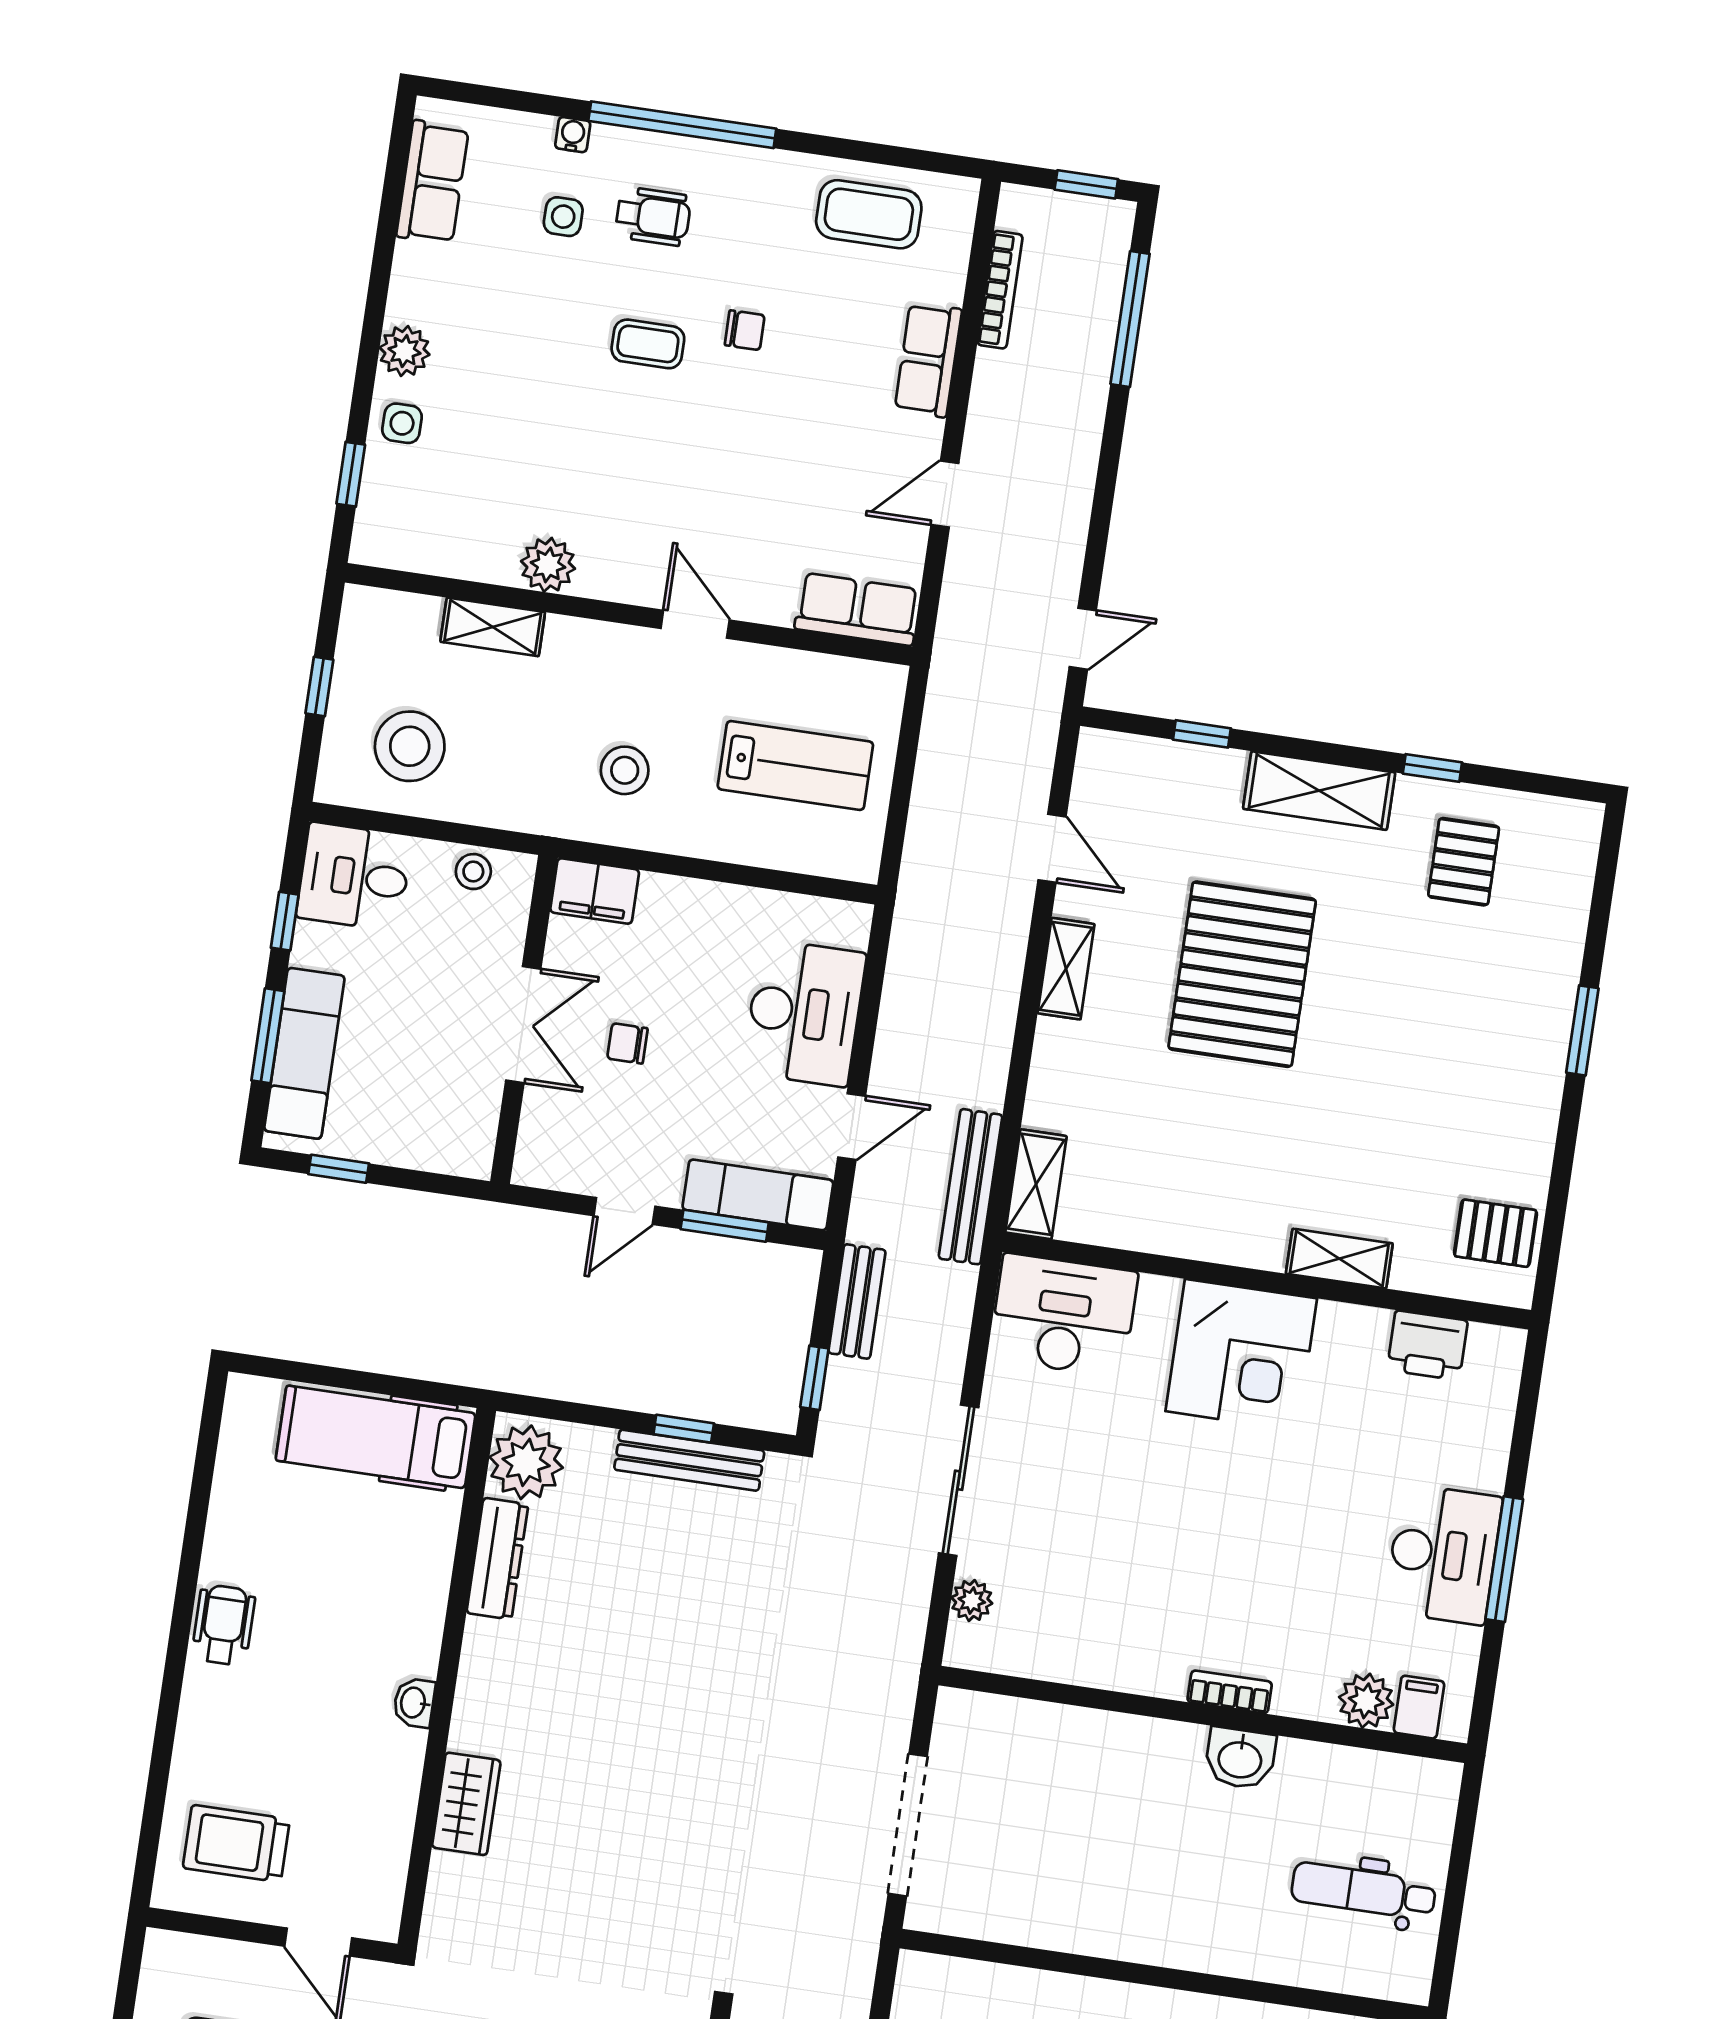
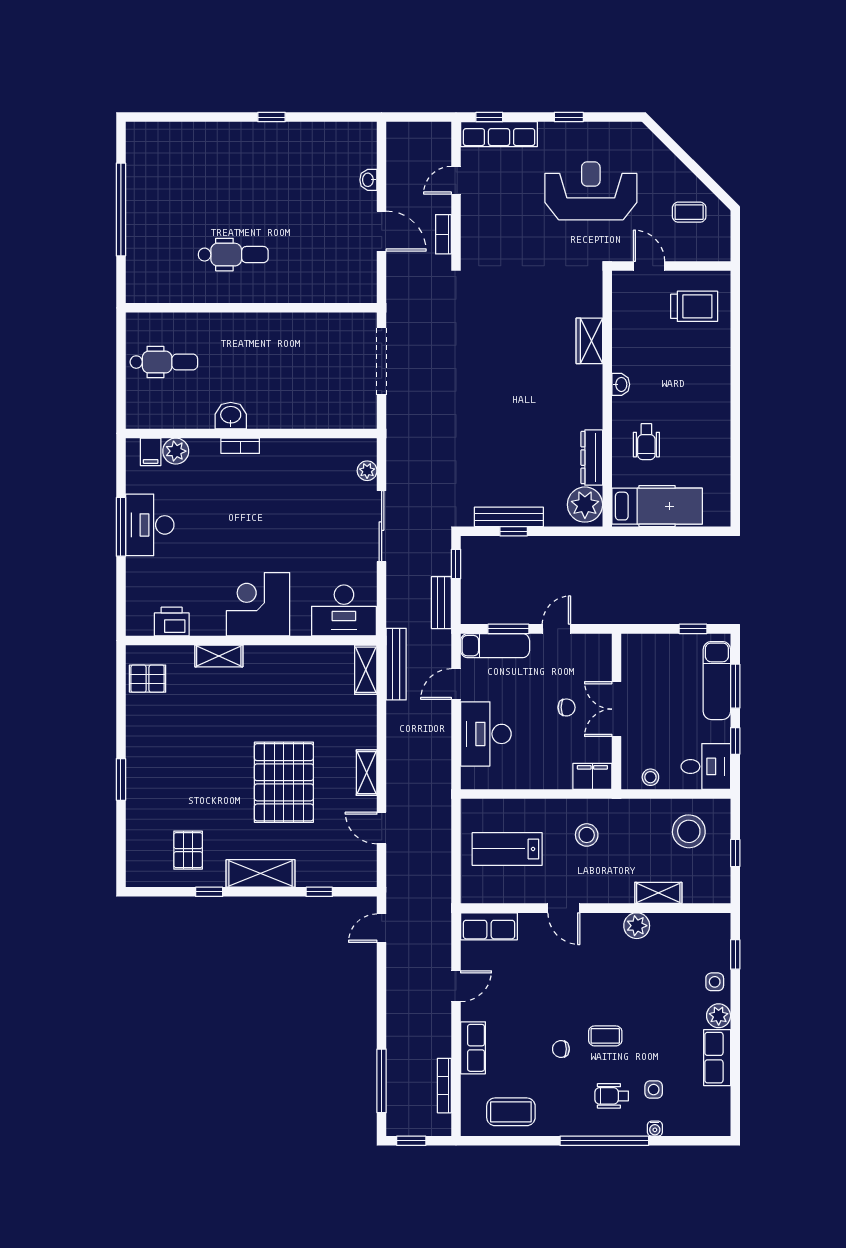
row of seats: (432, 182) -> (717, 1058), moved
wheelchair: (224, 1625) -> (646, 442), moved

